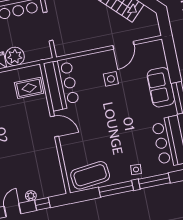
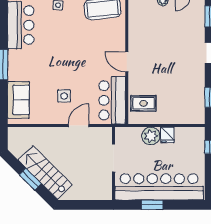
door: (123, 45) -> (79, 126), moved
sofa: (161, 87) -> (18, 100), moved

